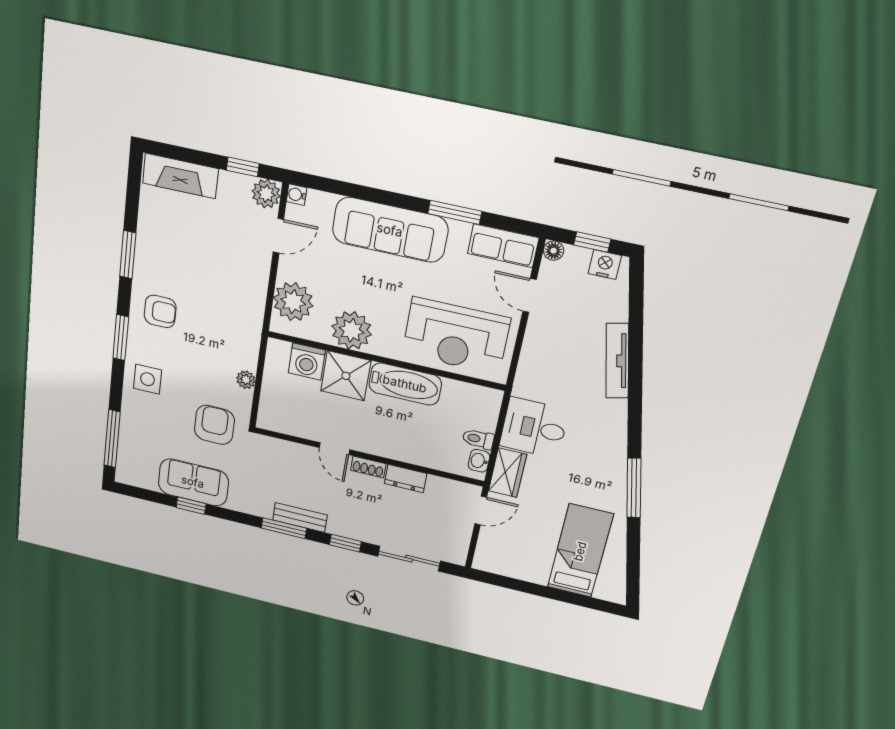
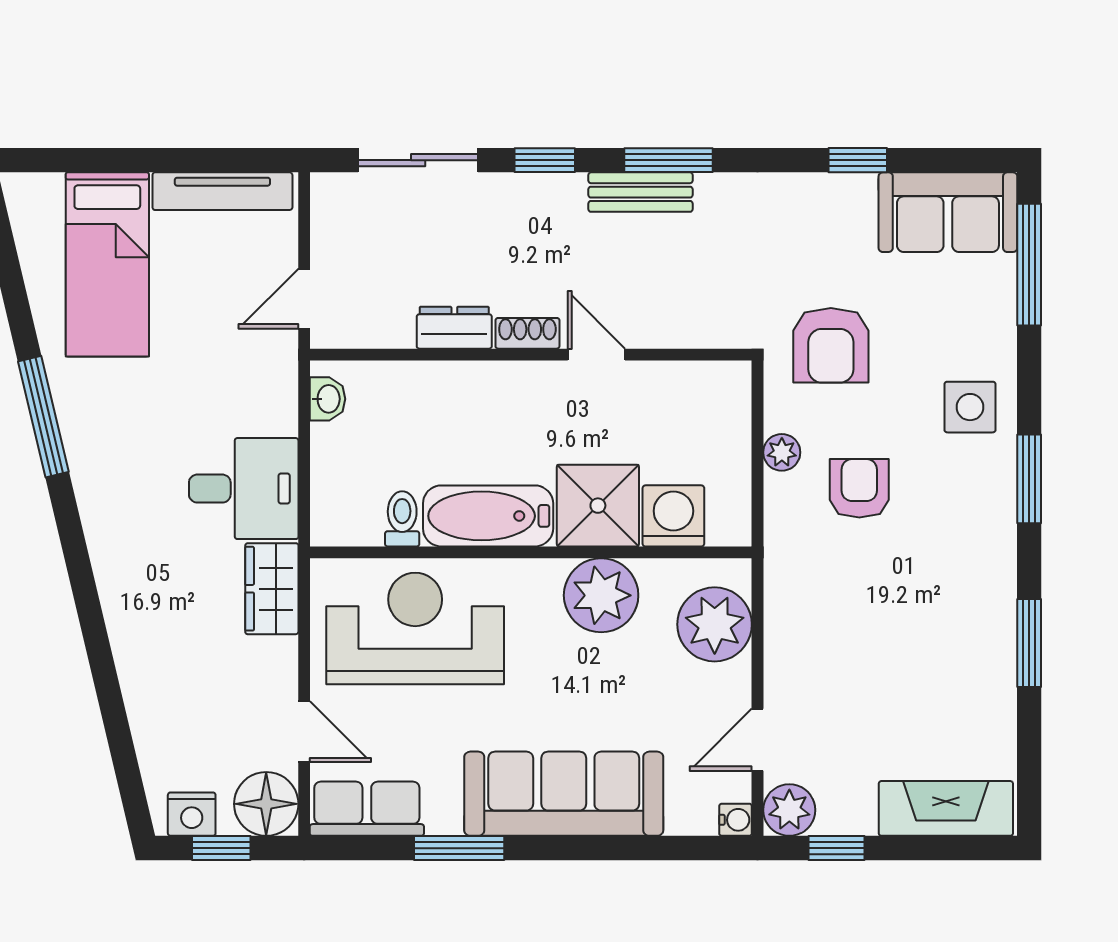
floor lamp: (554, 251) -> (266, 804), width x1.89, depth x1.89
armchair: (160, 311) -> (859, 488), moved, turned 90
tv unit: (617, 361) -> (222, 191), moved, turned 103
toilet: (478, 439) -> (402, 519), moved, turned -90
wardrobe: (507, 473) -> (272, 589), moved
sofa: (193, 482) -> (948, 212), moved

